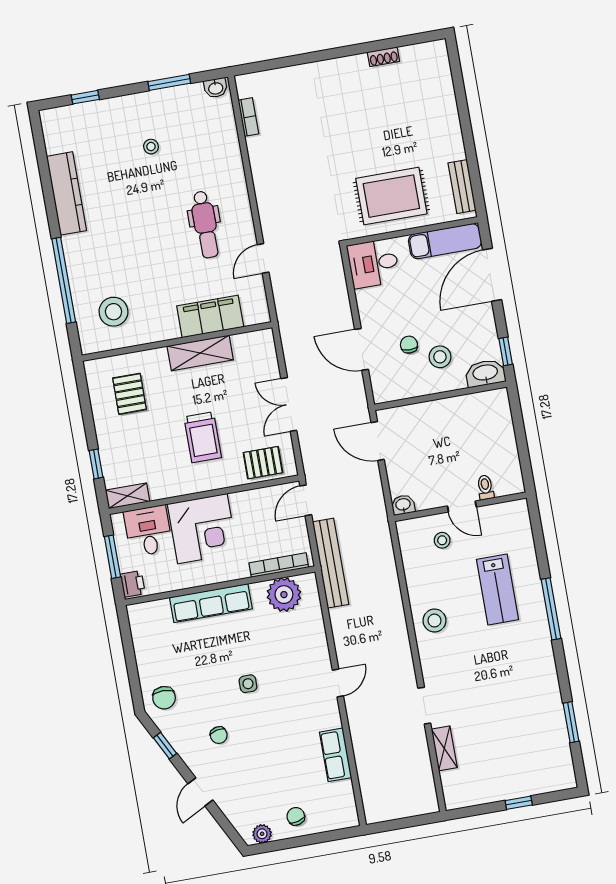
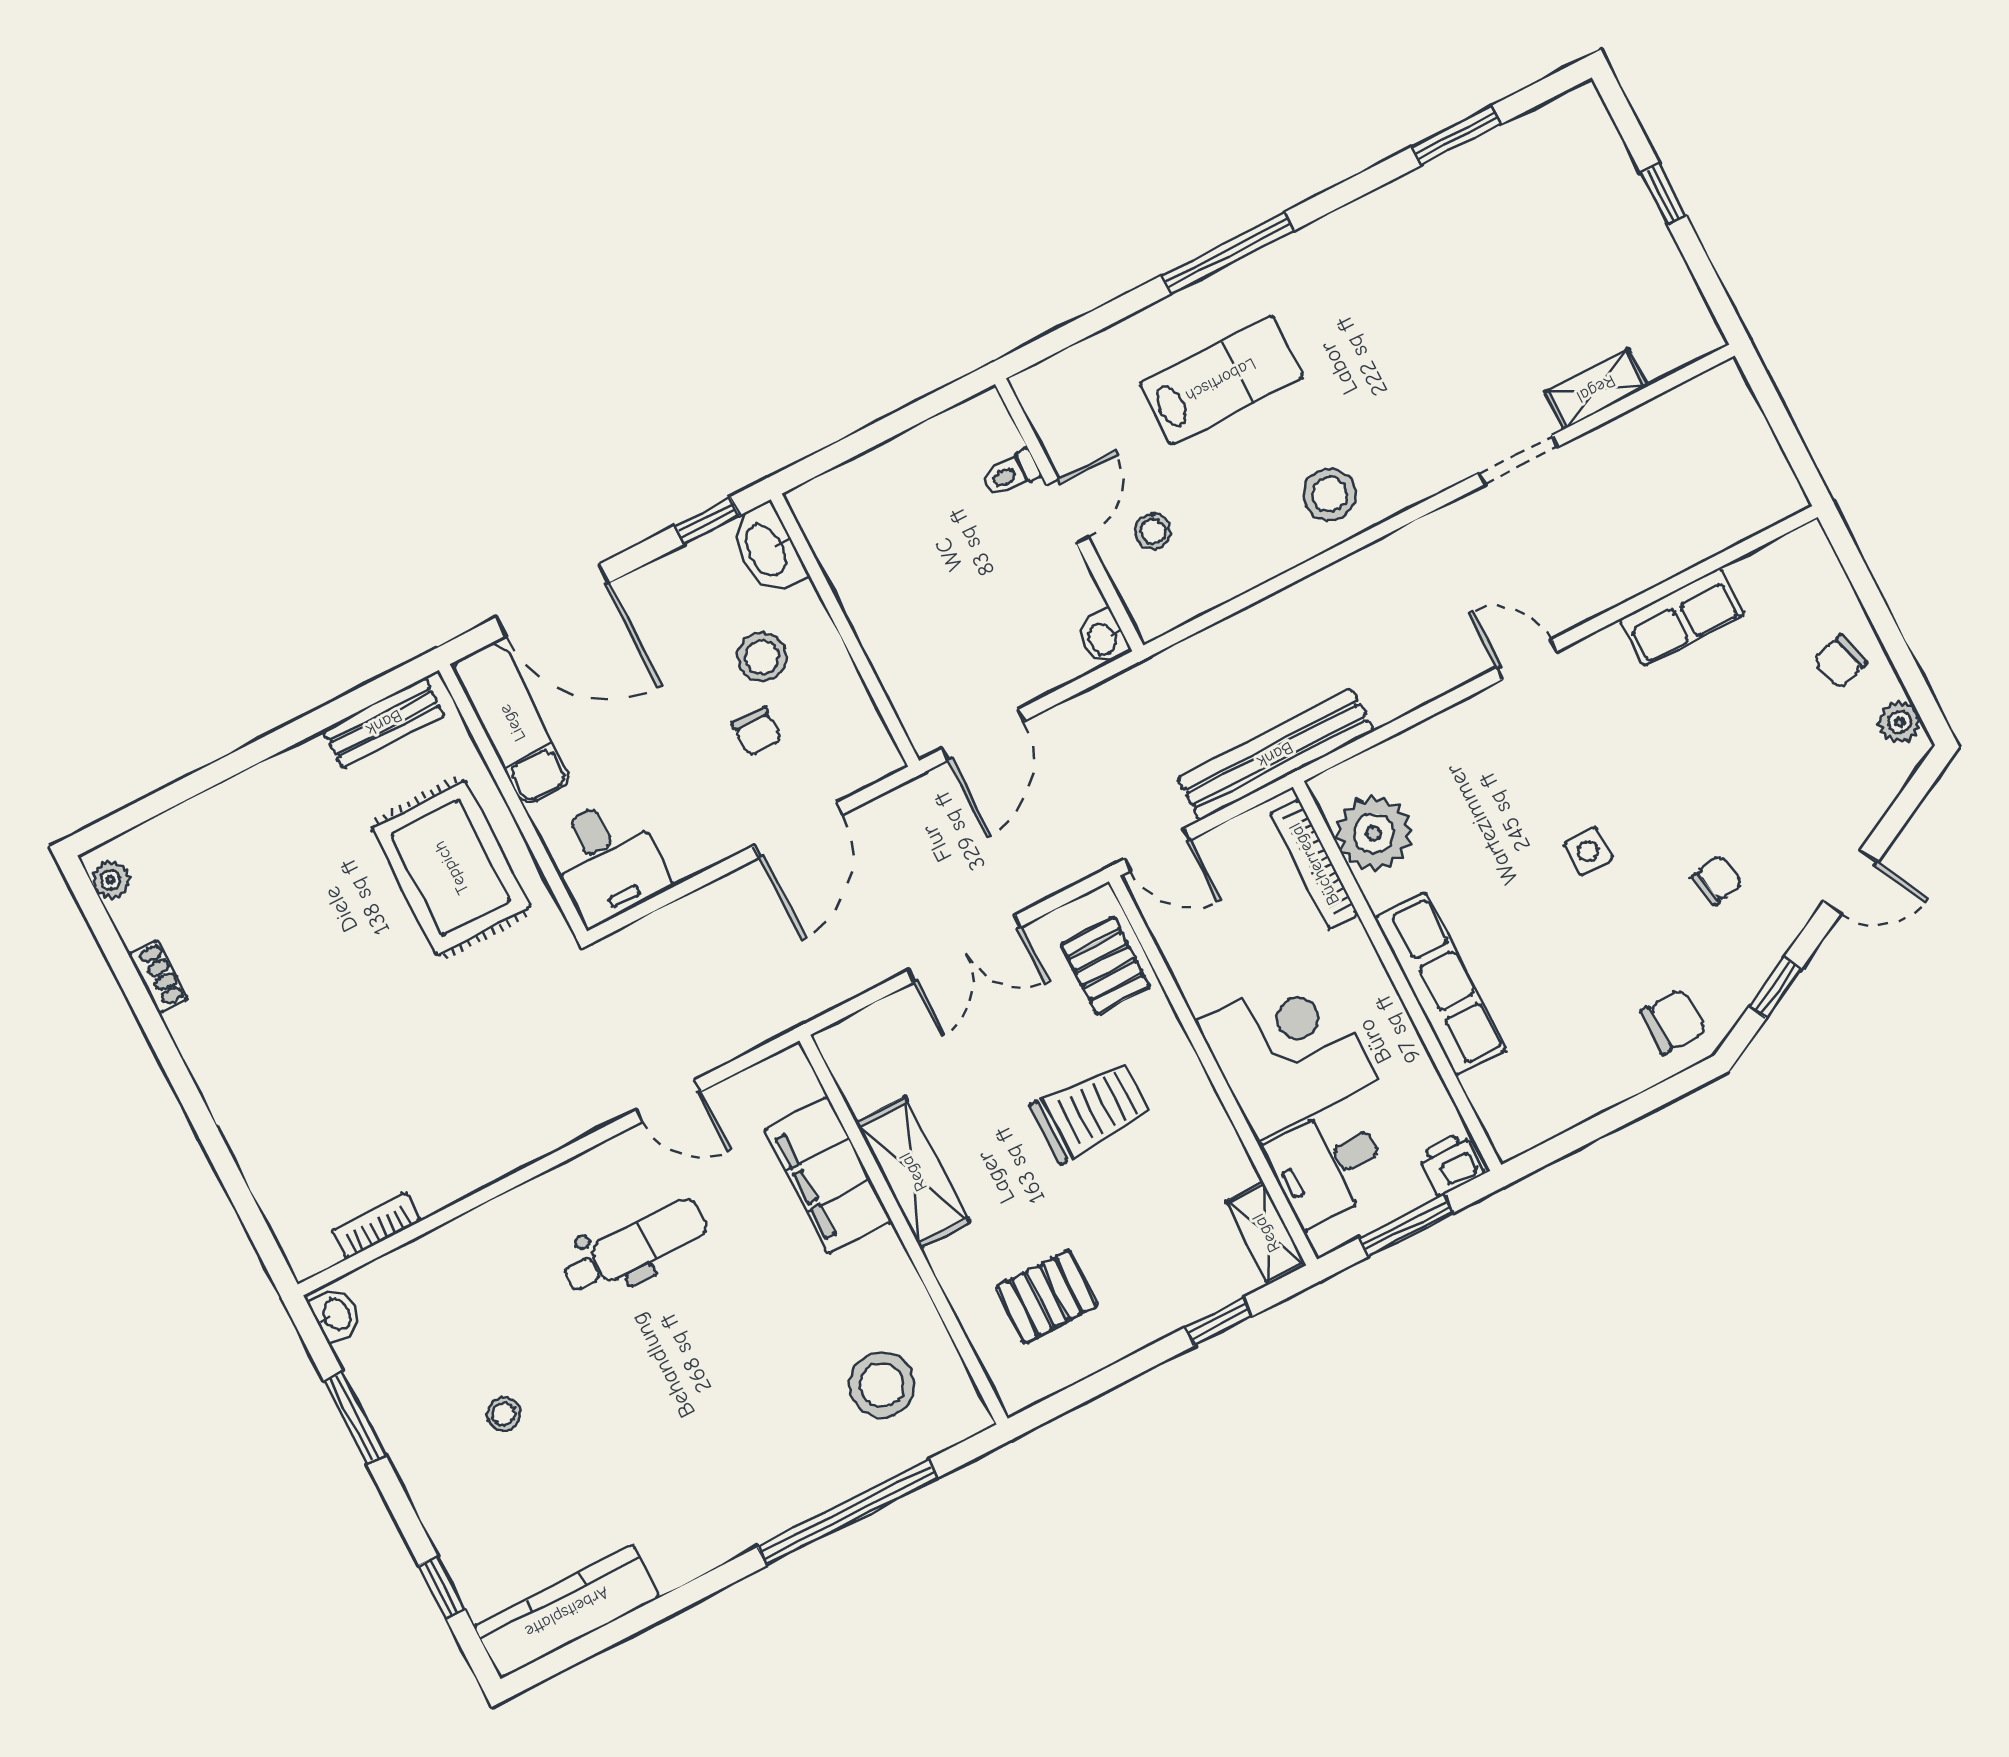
plant: (431, 49) -> (111, 880), added
kitchen counter: (66, 193) -> (567, 1612), moved
chair: (409, 345) -> (757, 732), turned -90

